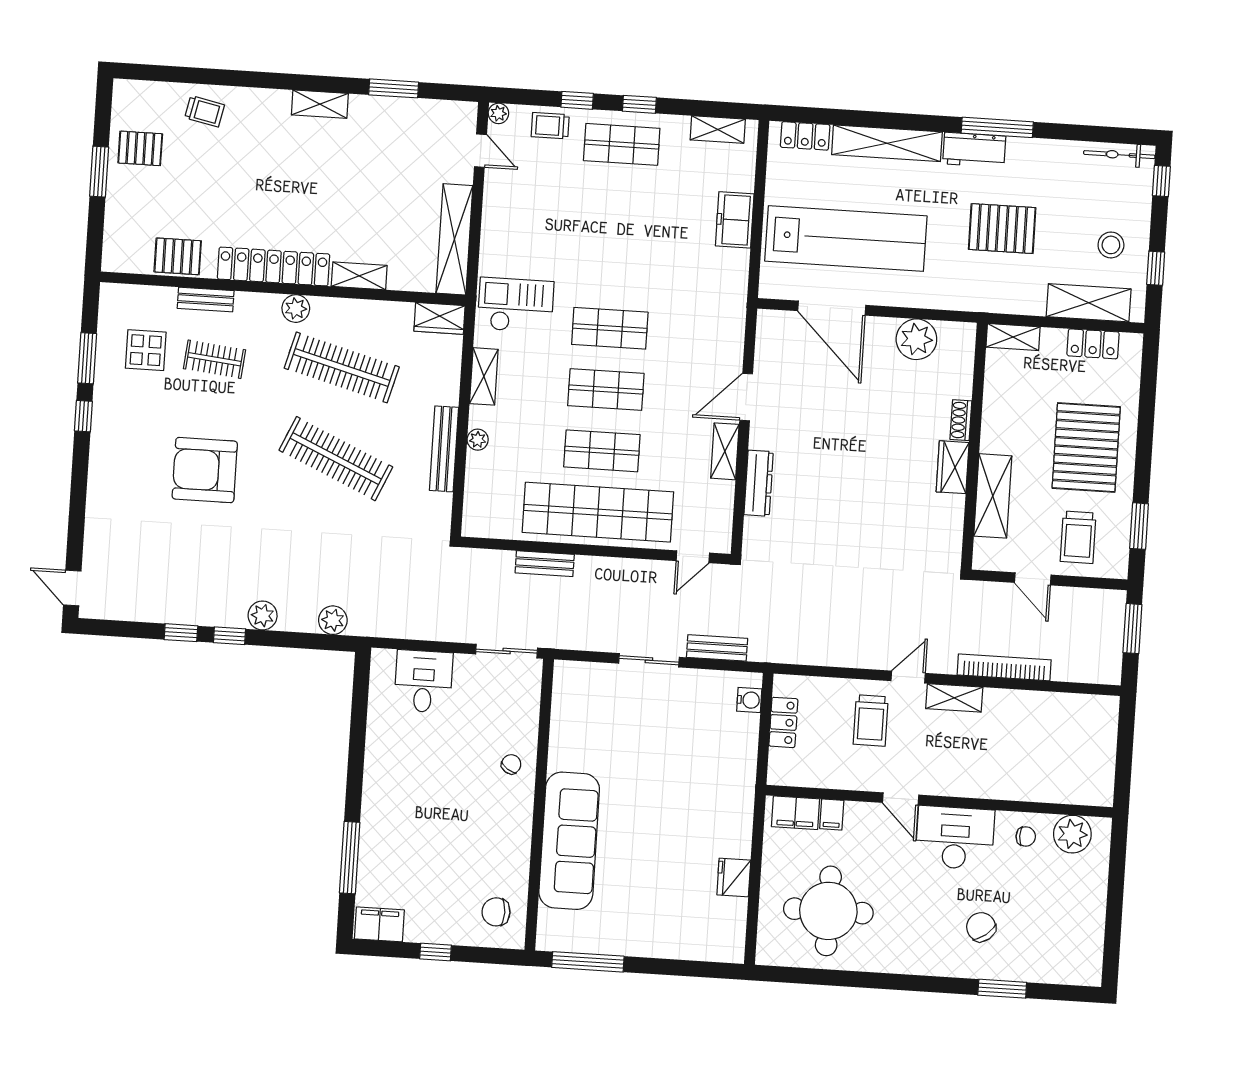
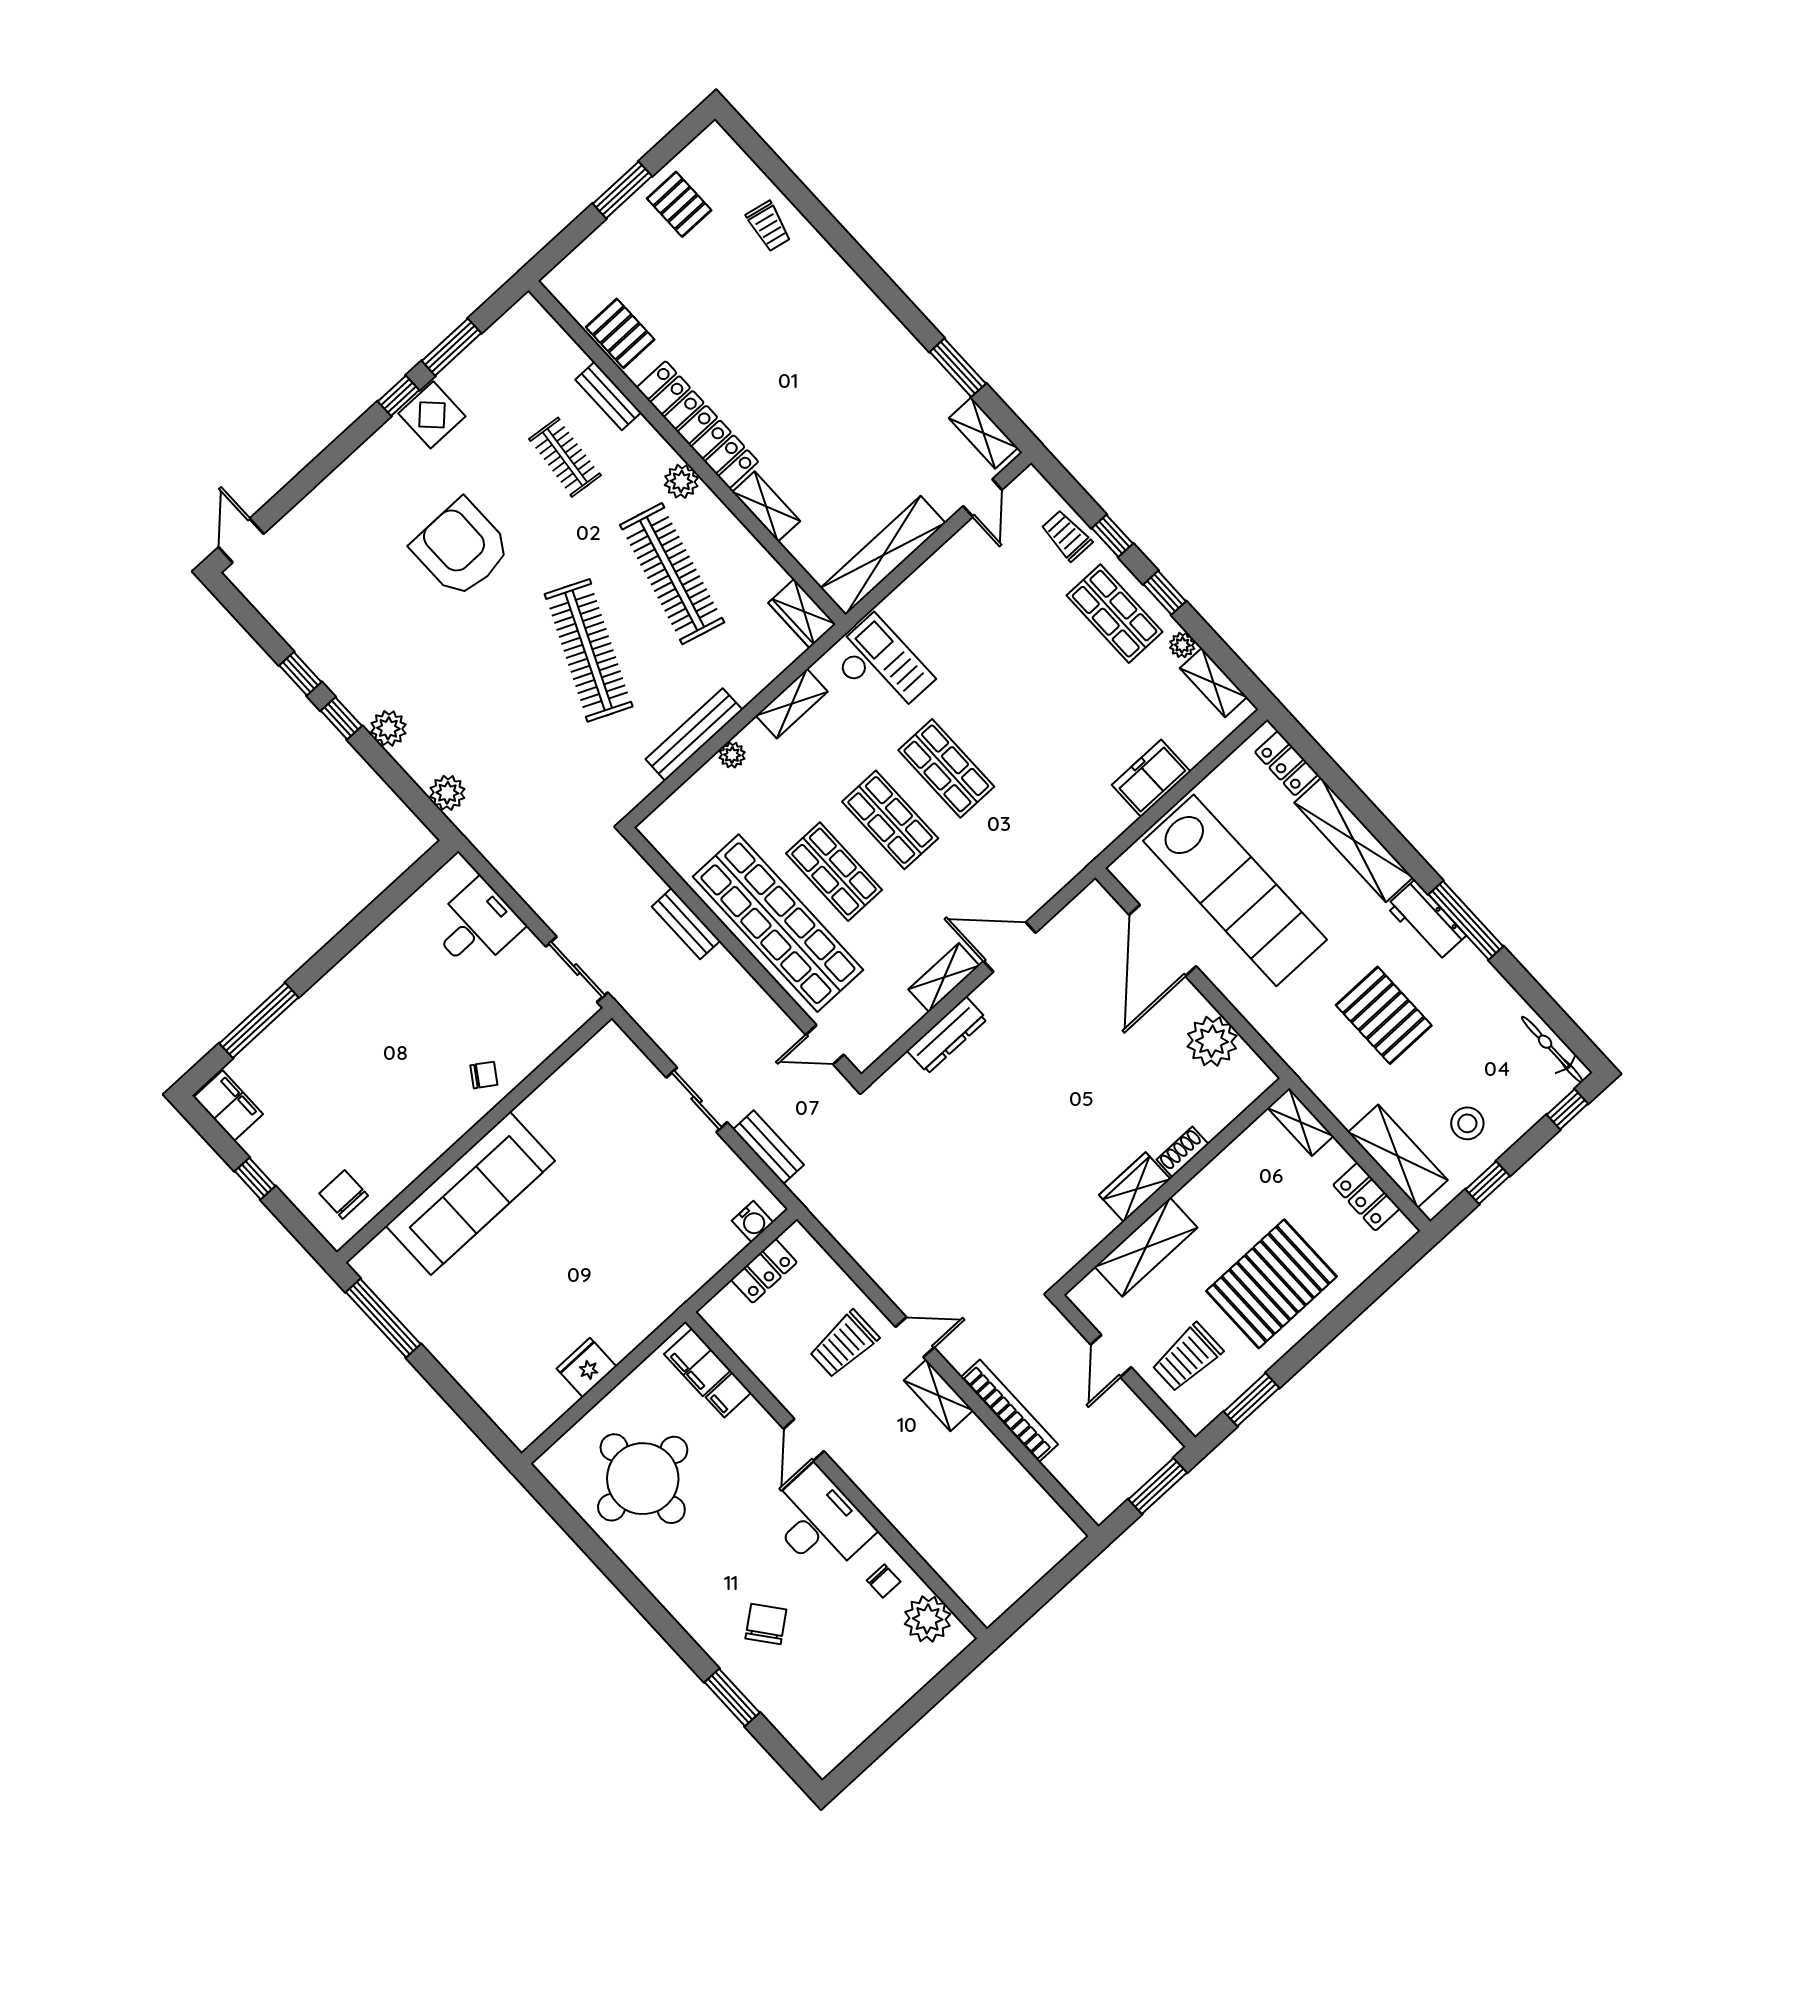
shelving: (320, 104) -> (983, 433), moved
plant: (498, 113) -> (1182, 645), moved
display table: (146, 350) -> (432, 415), moved

